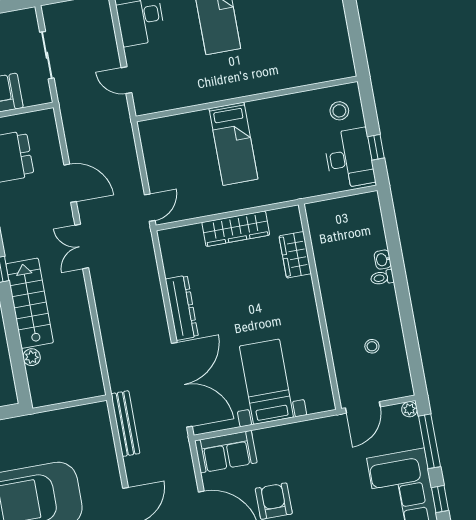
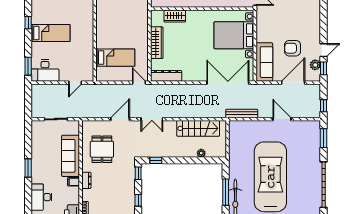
bed: (233, 144) -> (115, 58), moved
stairs: (30, 303) -> (198, 128), moved, turned 180
dresser: (182, 308) -> (166, 76), moved
bed with nightstands: (266, 382) -> (234, 35), width x1.36
sofa: (226, 452) -> (264, 62), width x1.36

